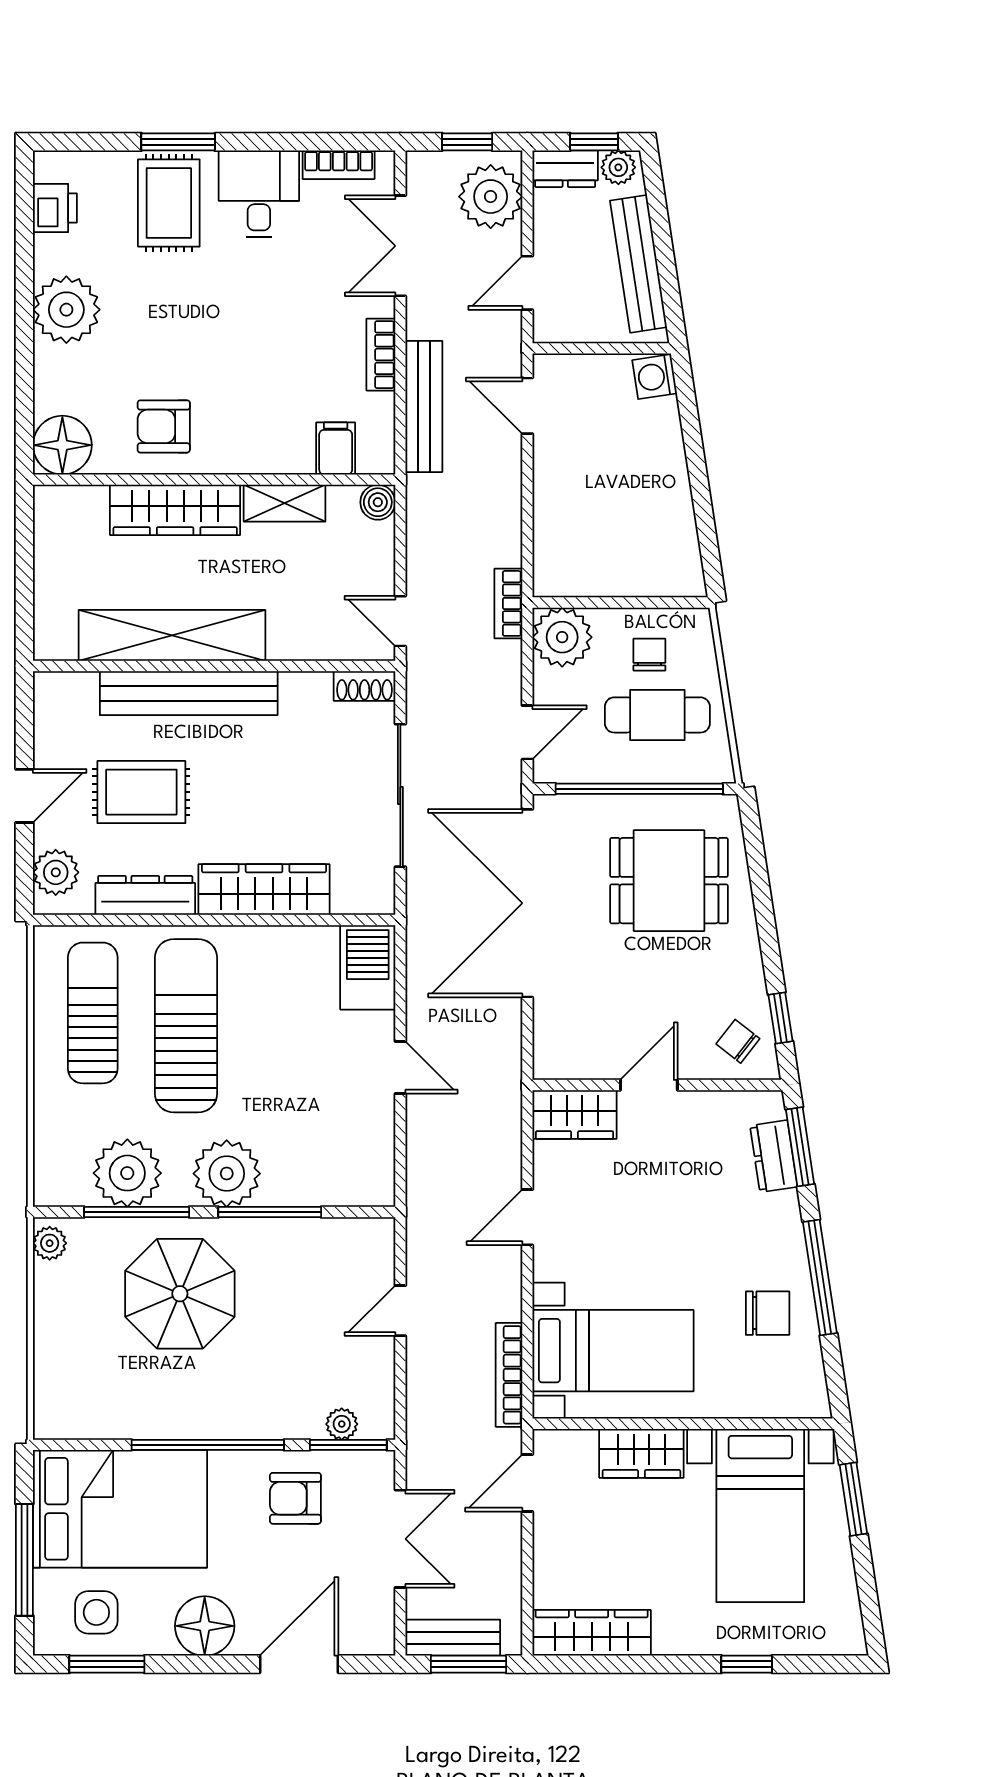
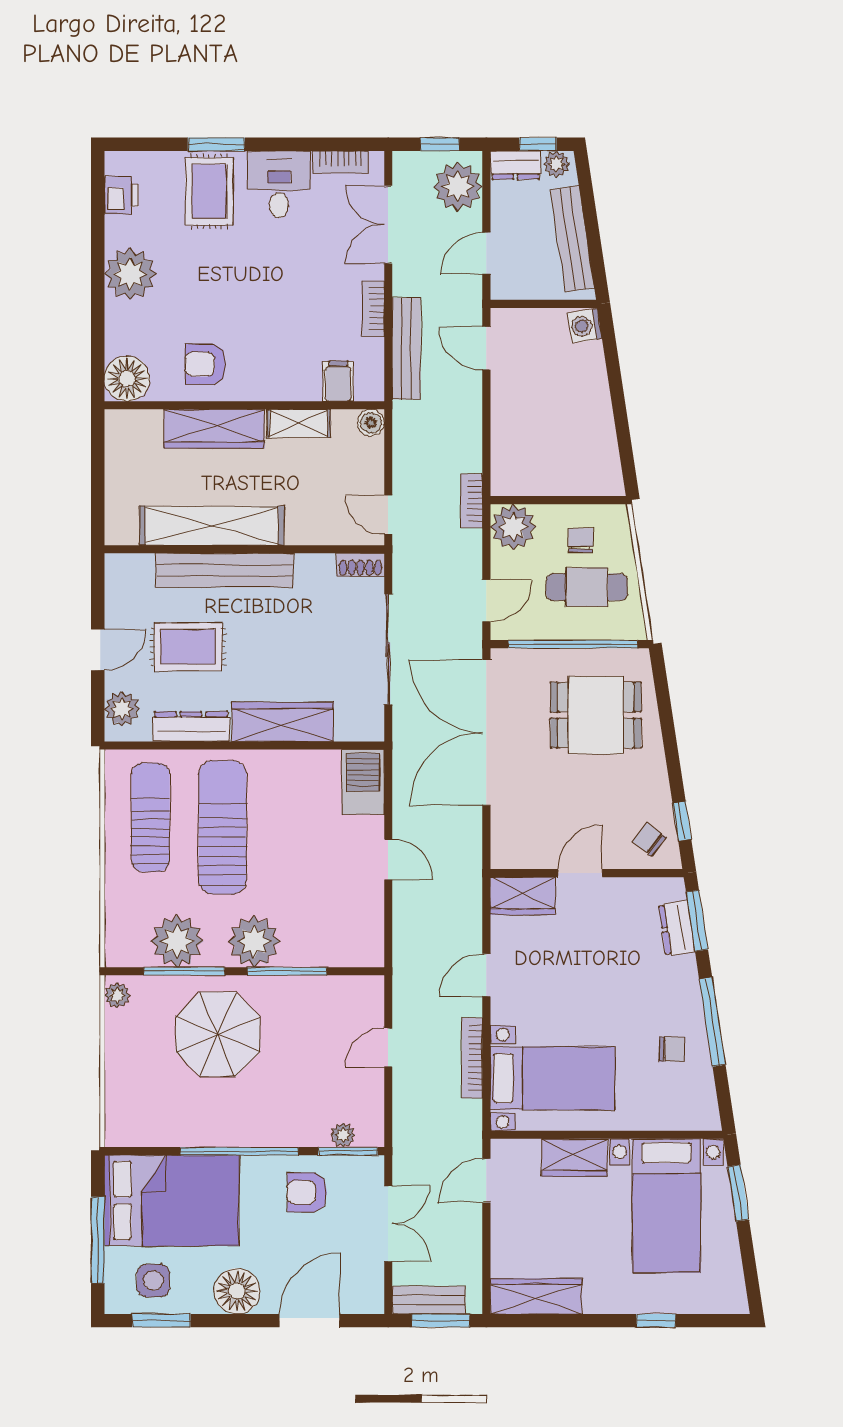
chair: (768, 1313) -> (672, 1049), width x0.73, depth x0.73
bookcase: (509, 1375) -> (472, 1058), moved

